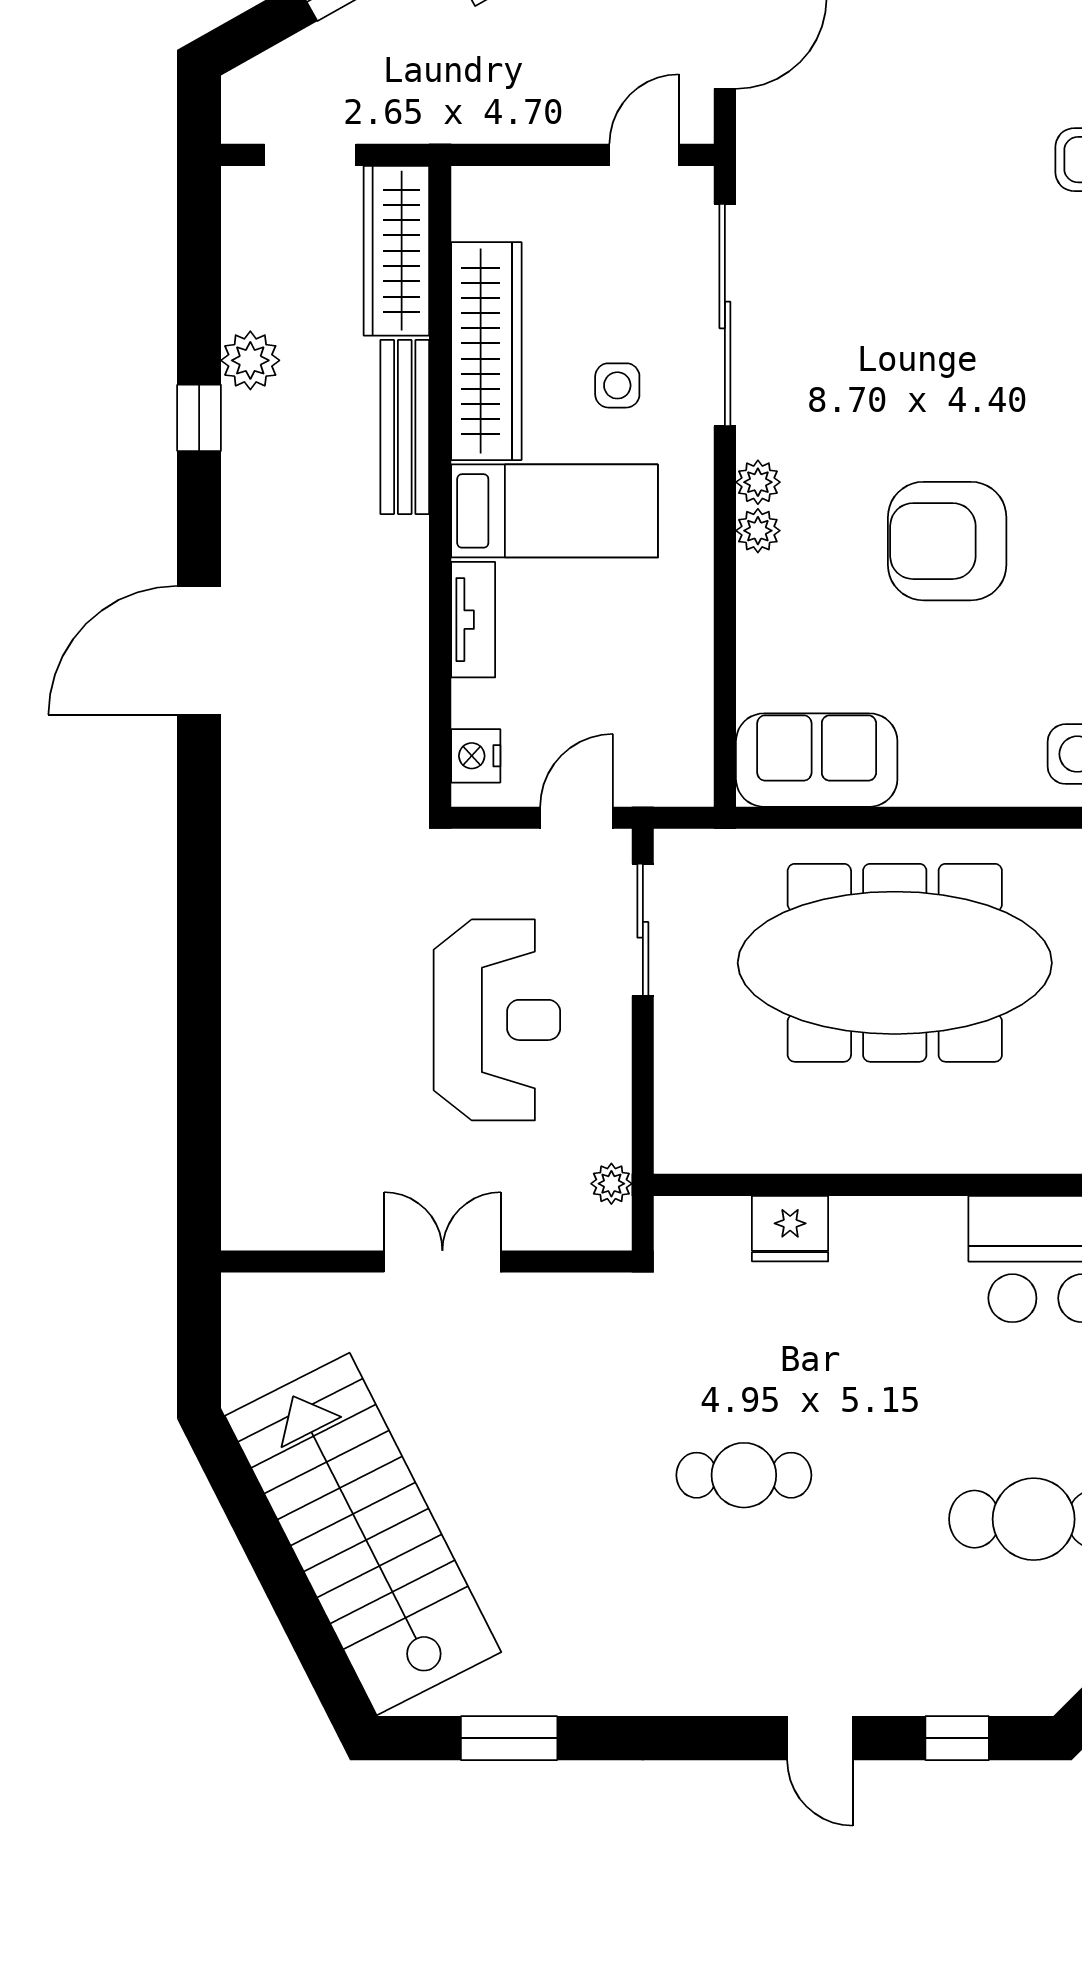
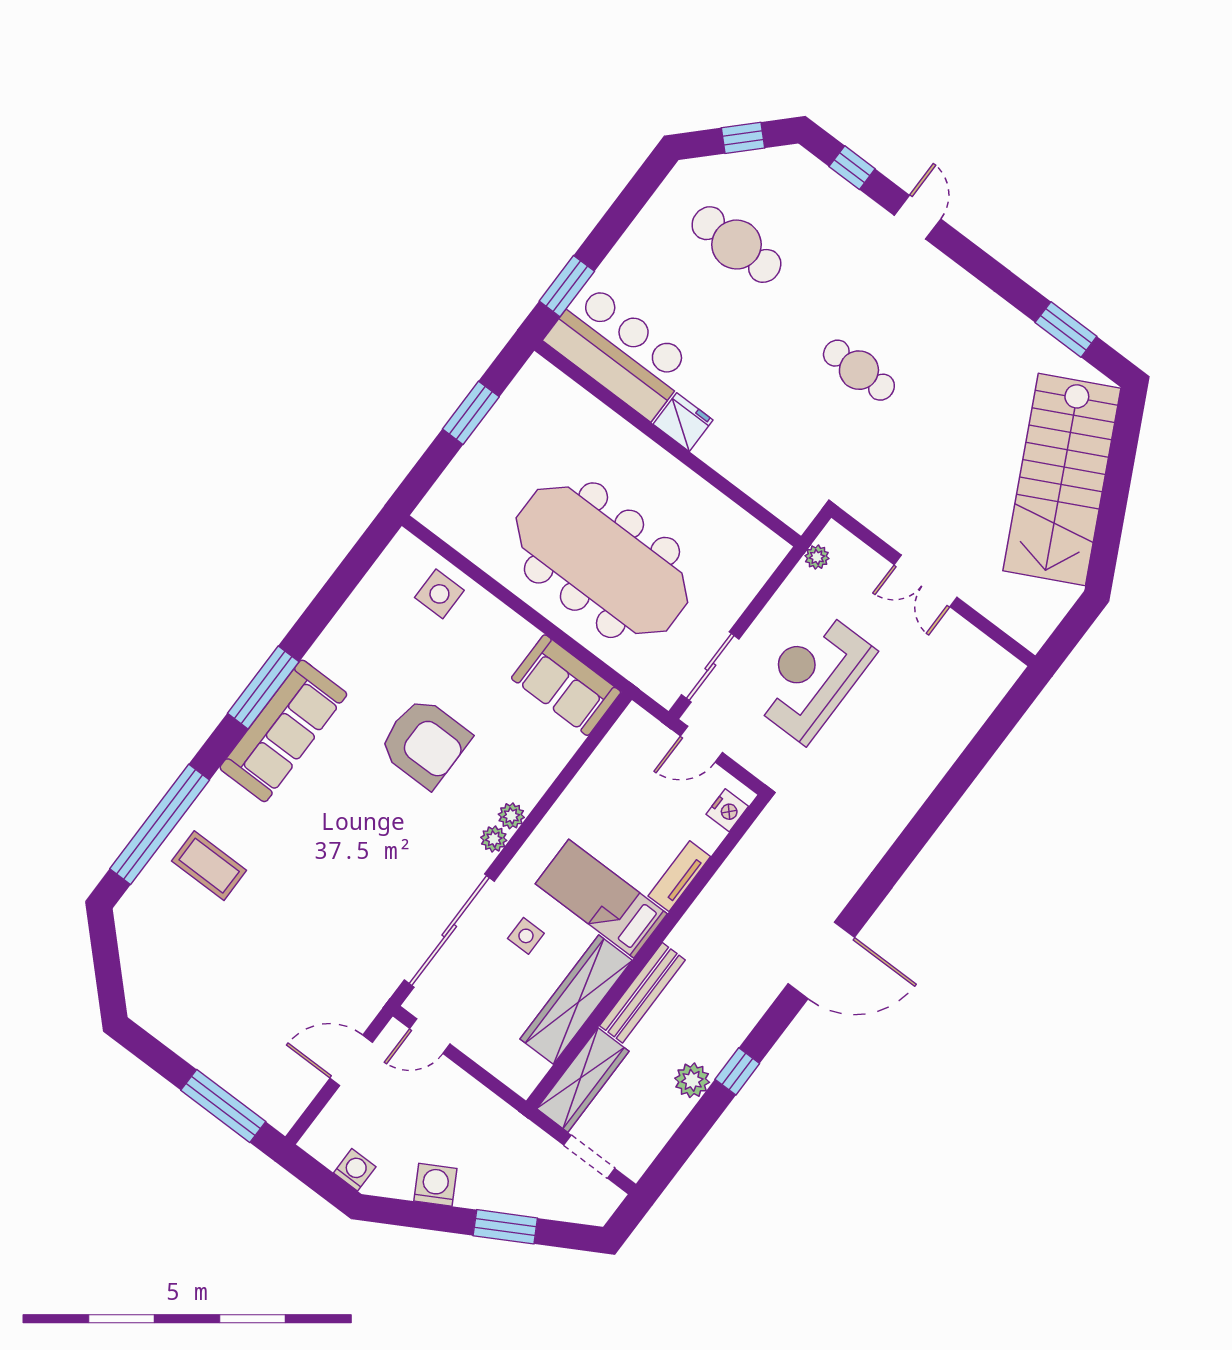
fridge: (790, 1229) -> (683, 422), moved

